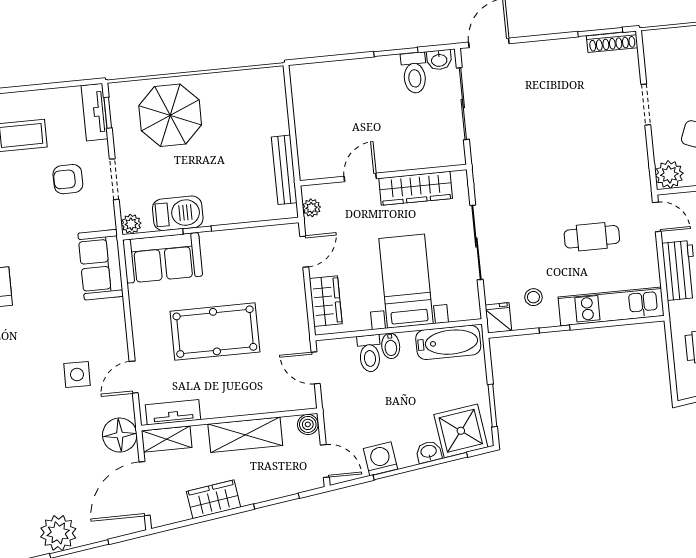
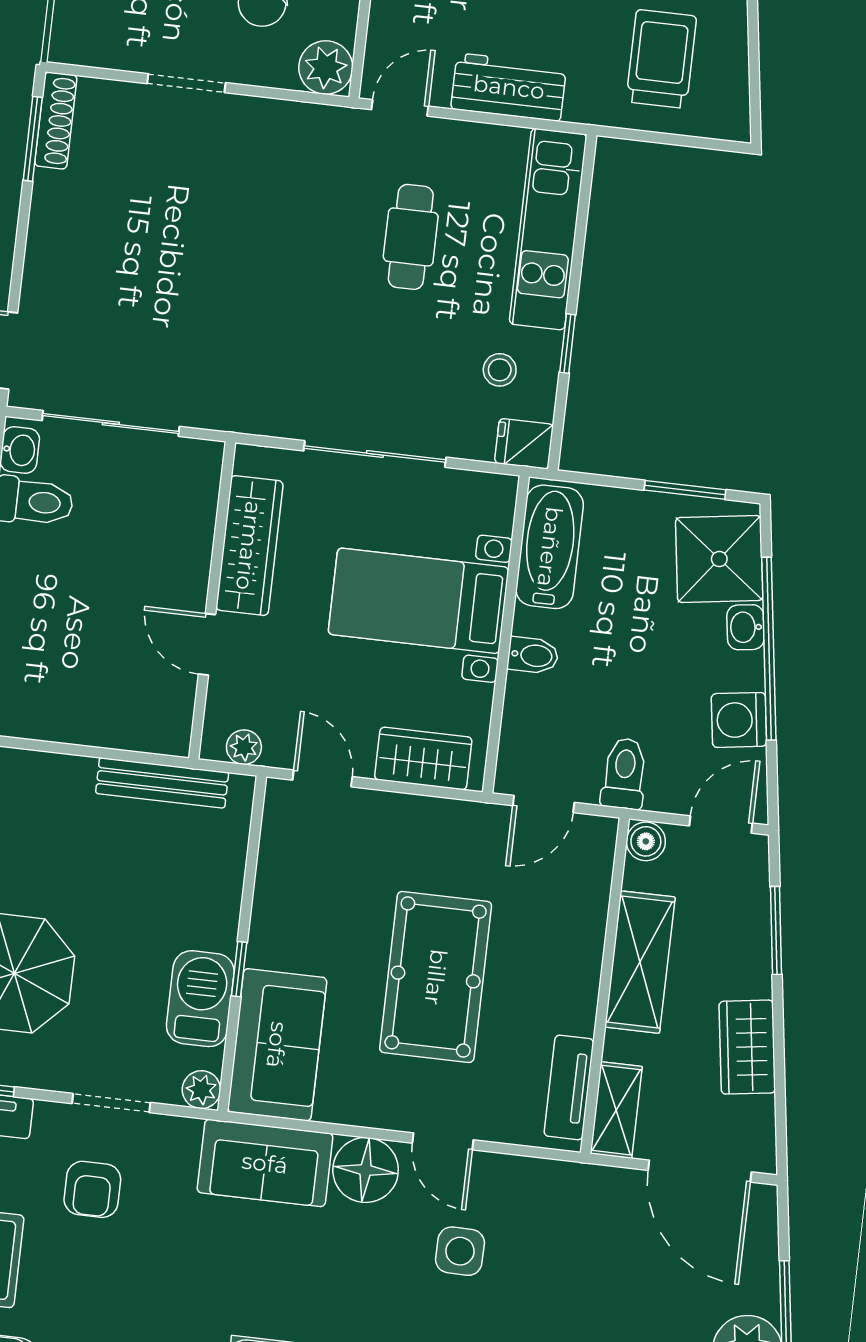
toilet: (369, 353) -> (624, 774), moved, turned -90
door: (134, 377) -> (443, 1141), moved
floor lamp: (120, 435) -> (366, 1170), moved

